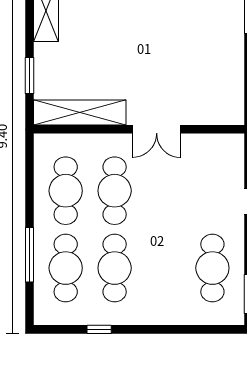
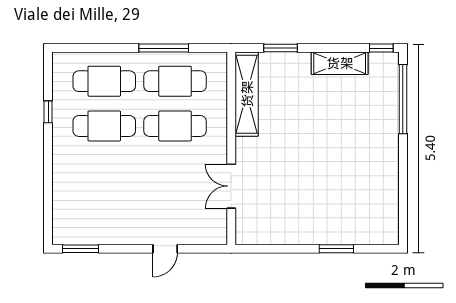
double door: (157, 129) -> (231, 186), moved
window: (29, 255) -> (164, 48), moved
cafe table: (212, 268) -> (104, 216), removed

